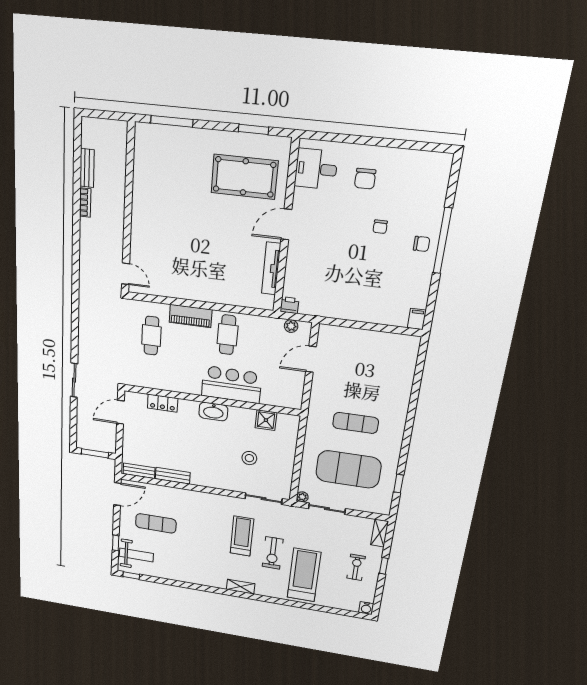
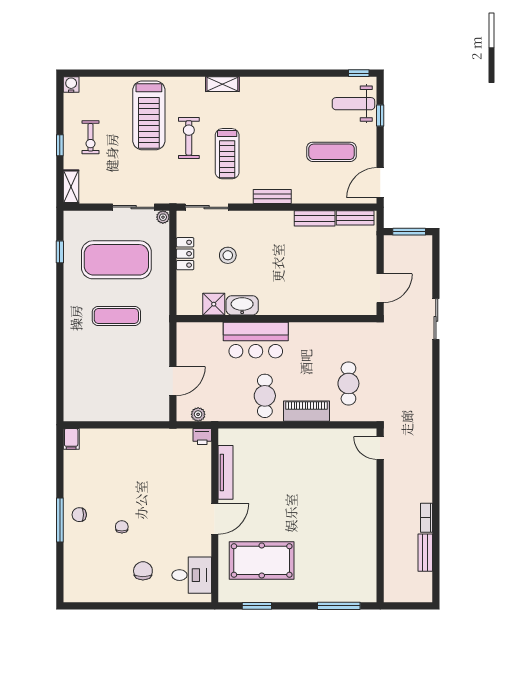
window: (442, 241) -> (60, 520), width x0.68
locker: (163, 403) -> (185, 254), moved, turned 90
washbasin: (213, 411) -> (242, 305), moved
bench: (207, 498) -> (272, 196), added

